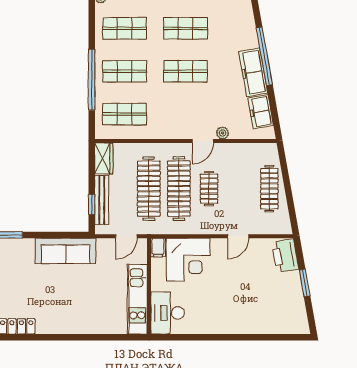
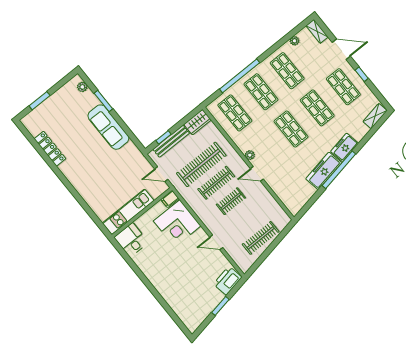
freezer: (261, 112) -> (345, 147), moved
plant: (223, 133) -> (250, 155), moved
clothes rail: (179, 189) -> (216, 183), width x0.73, depth x0.76
sofa: (66, 251) -> (108, 127), moved
desk: (168, 313) -> (131, 240), width x0.73

